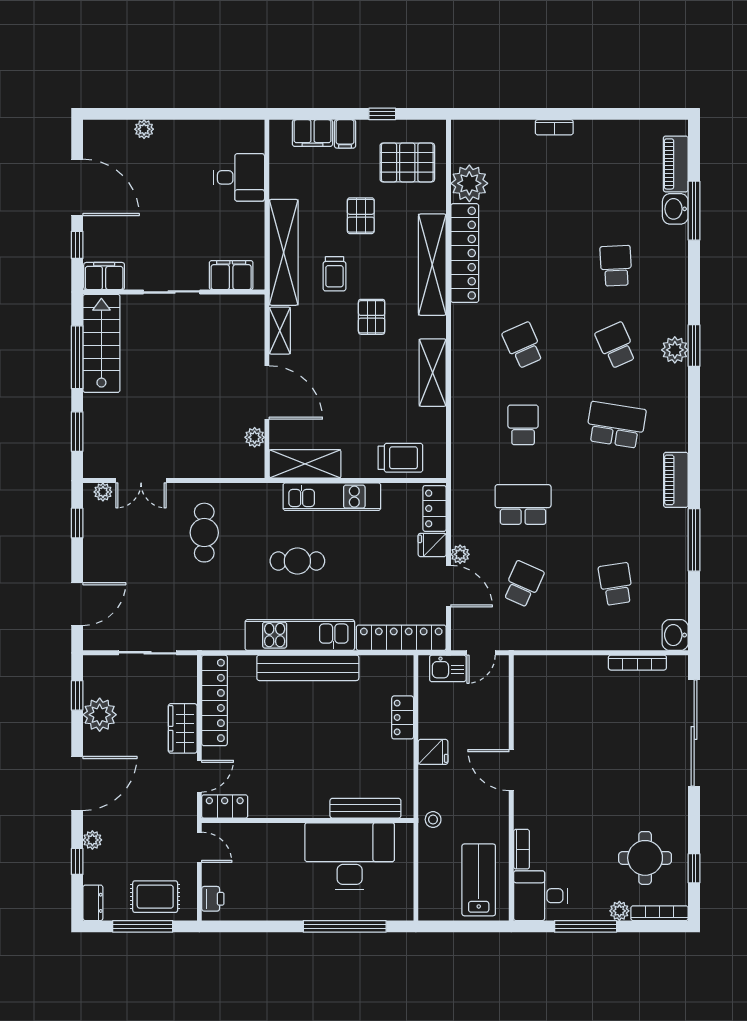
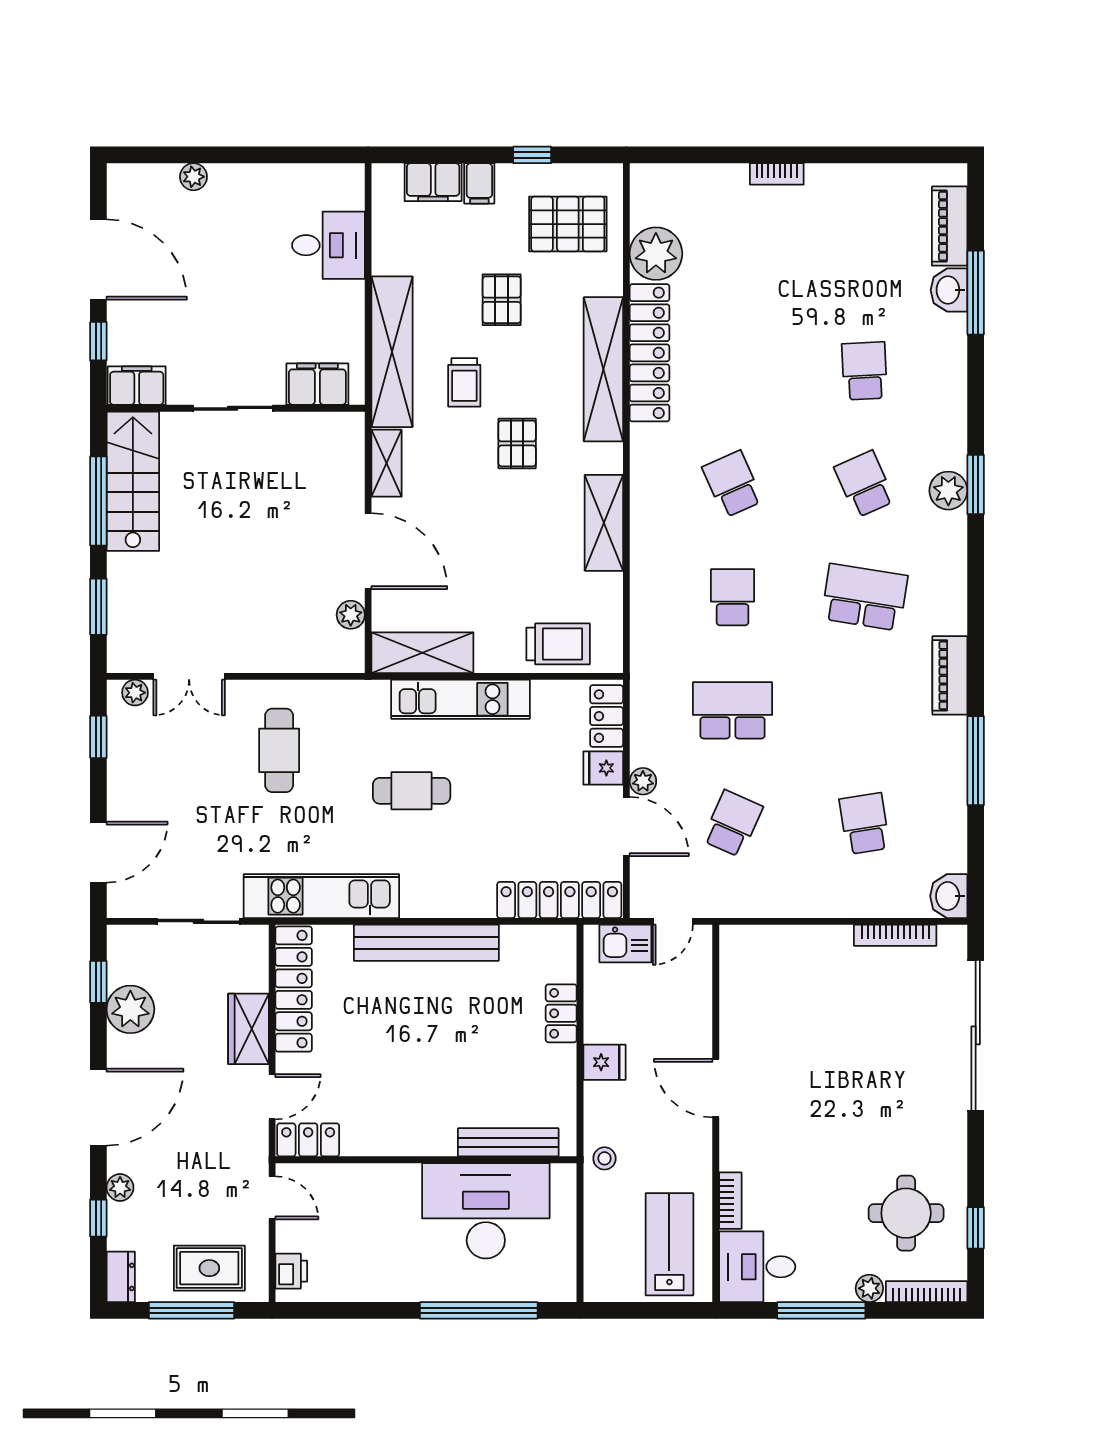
kitchen unit: (300, 635) -> (321, 896), moved

